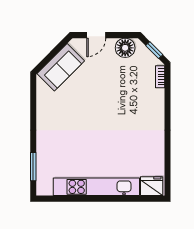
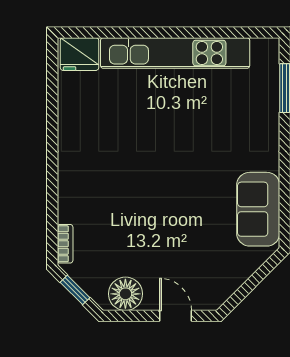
door: (96, 35) -> (176, 316), hinge flipped
sofa: (61, 67) -> (258, 209), moved, turned -45

